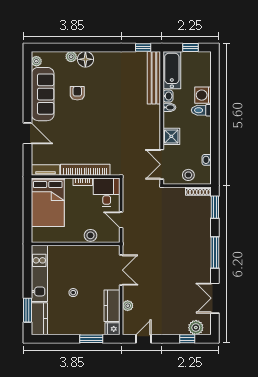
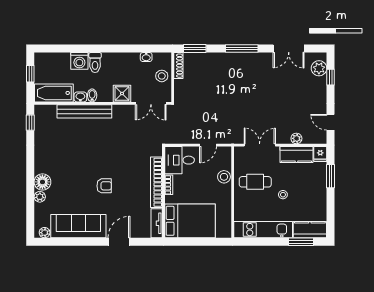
bench: (154, 78) -> (84, 111), moved
armchair: (77, 93) -> (104, 186), moved, turned 180
cafe table: (86, 266) -> (255, 182), added

